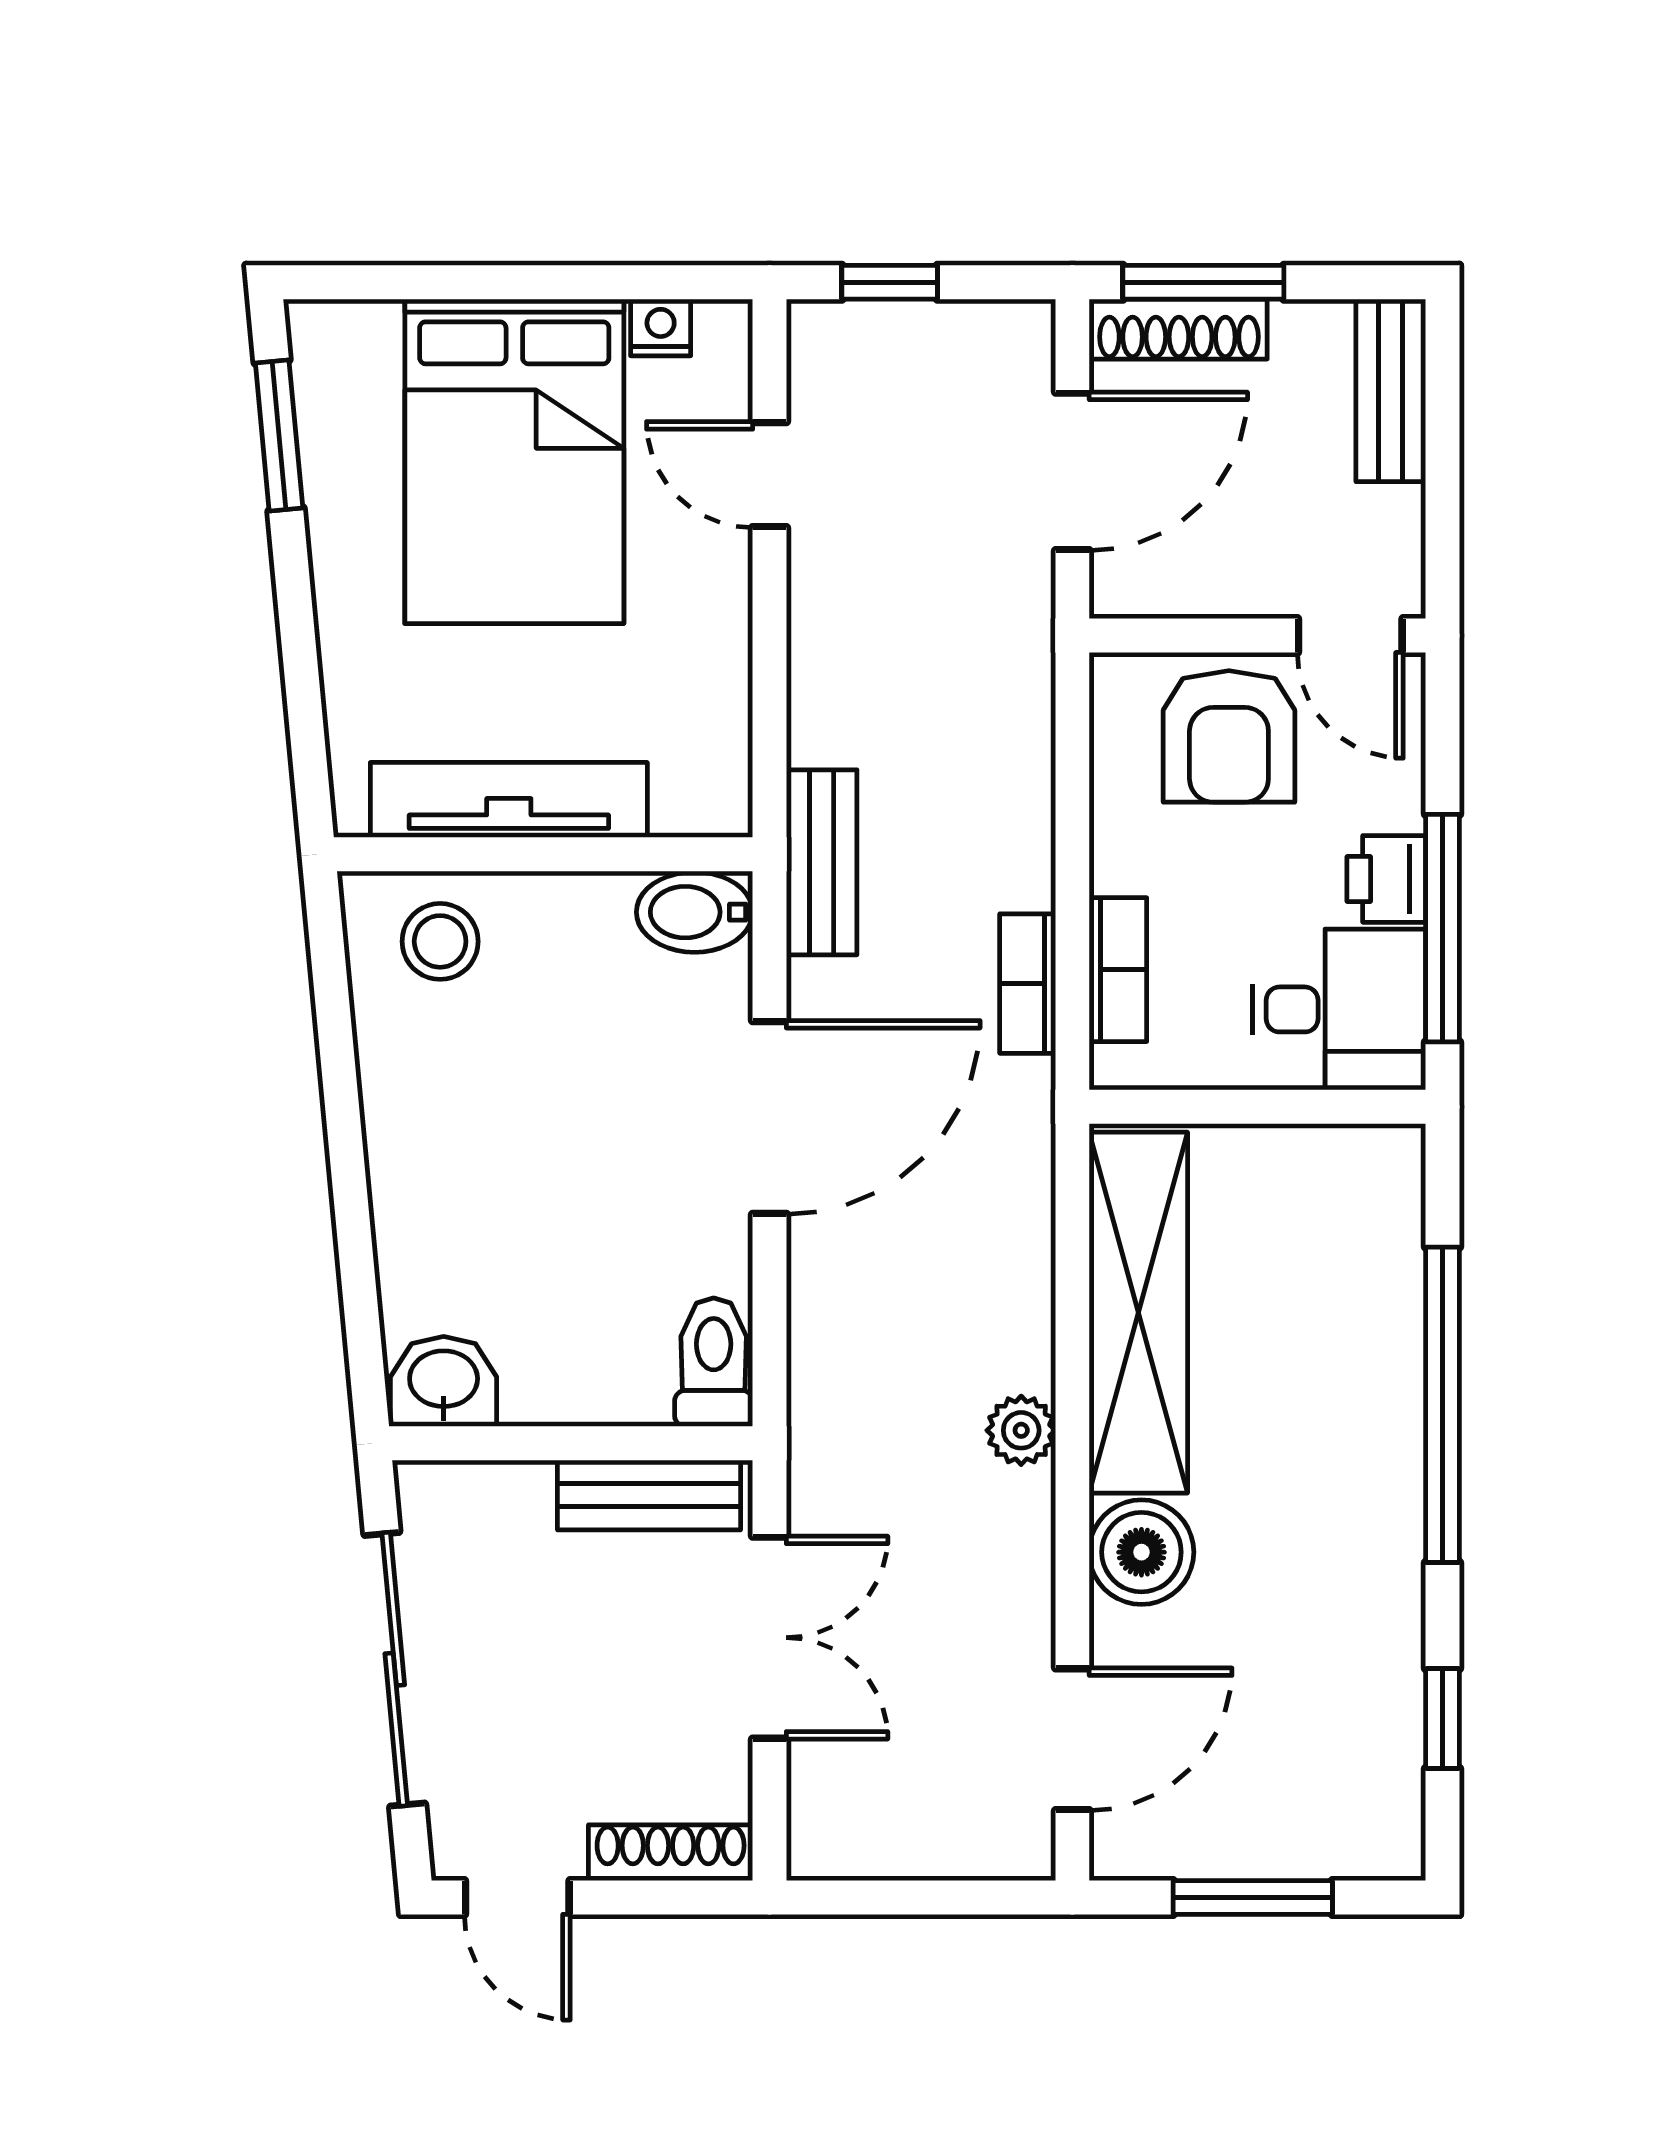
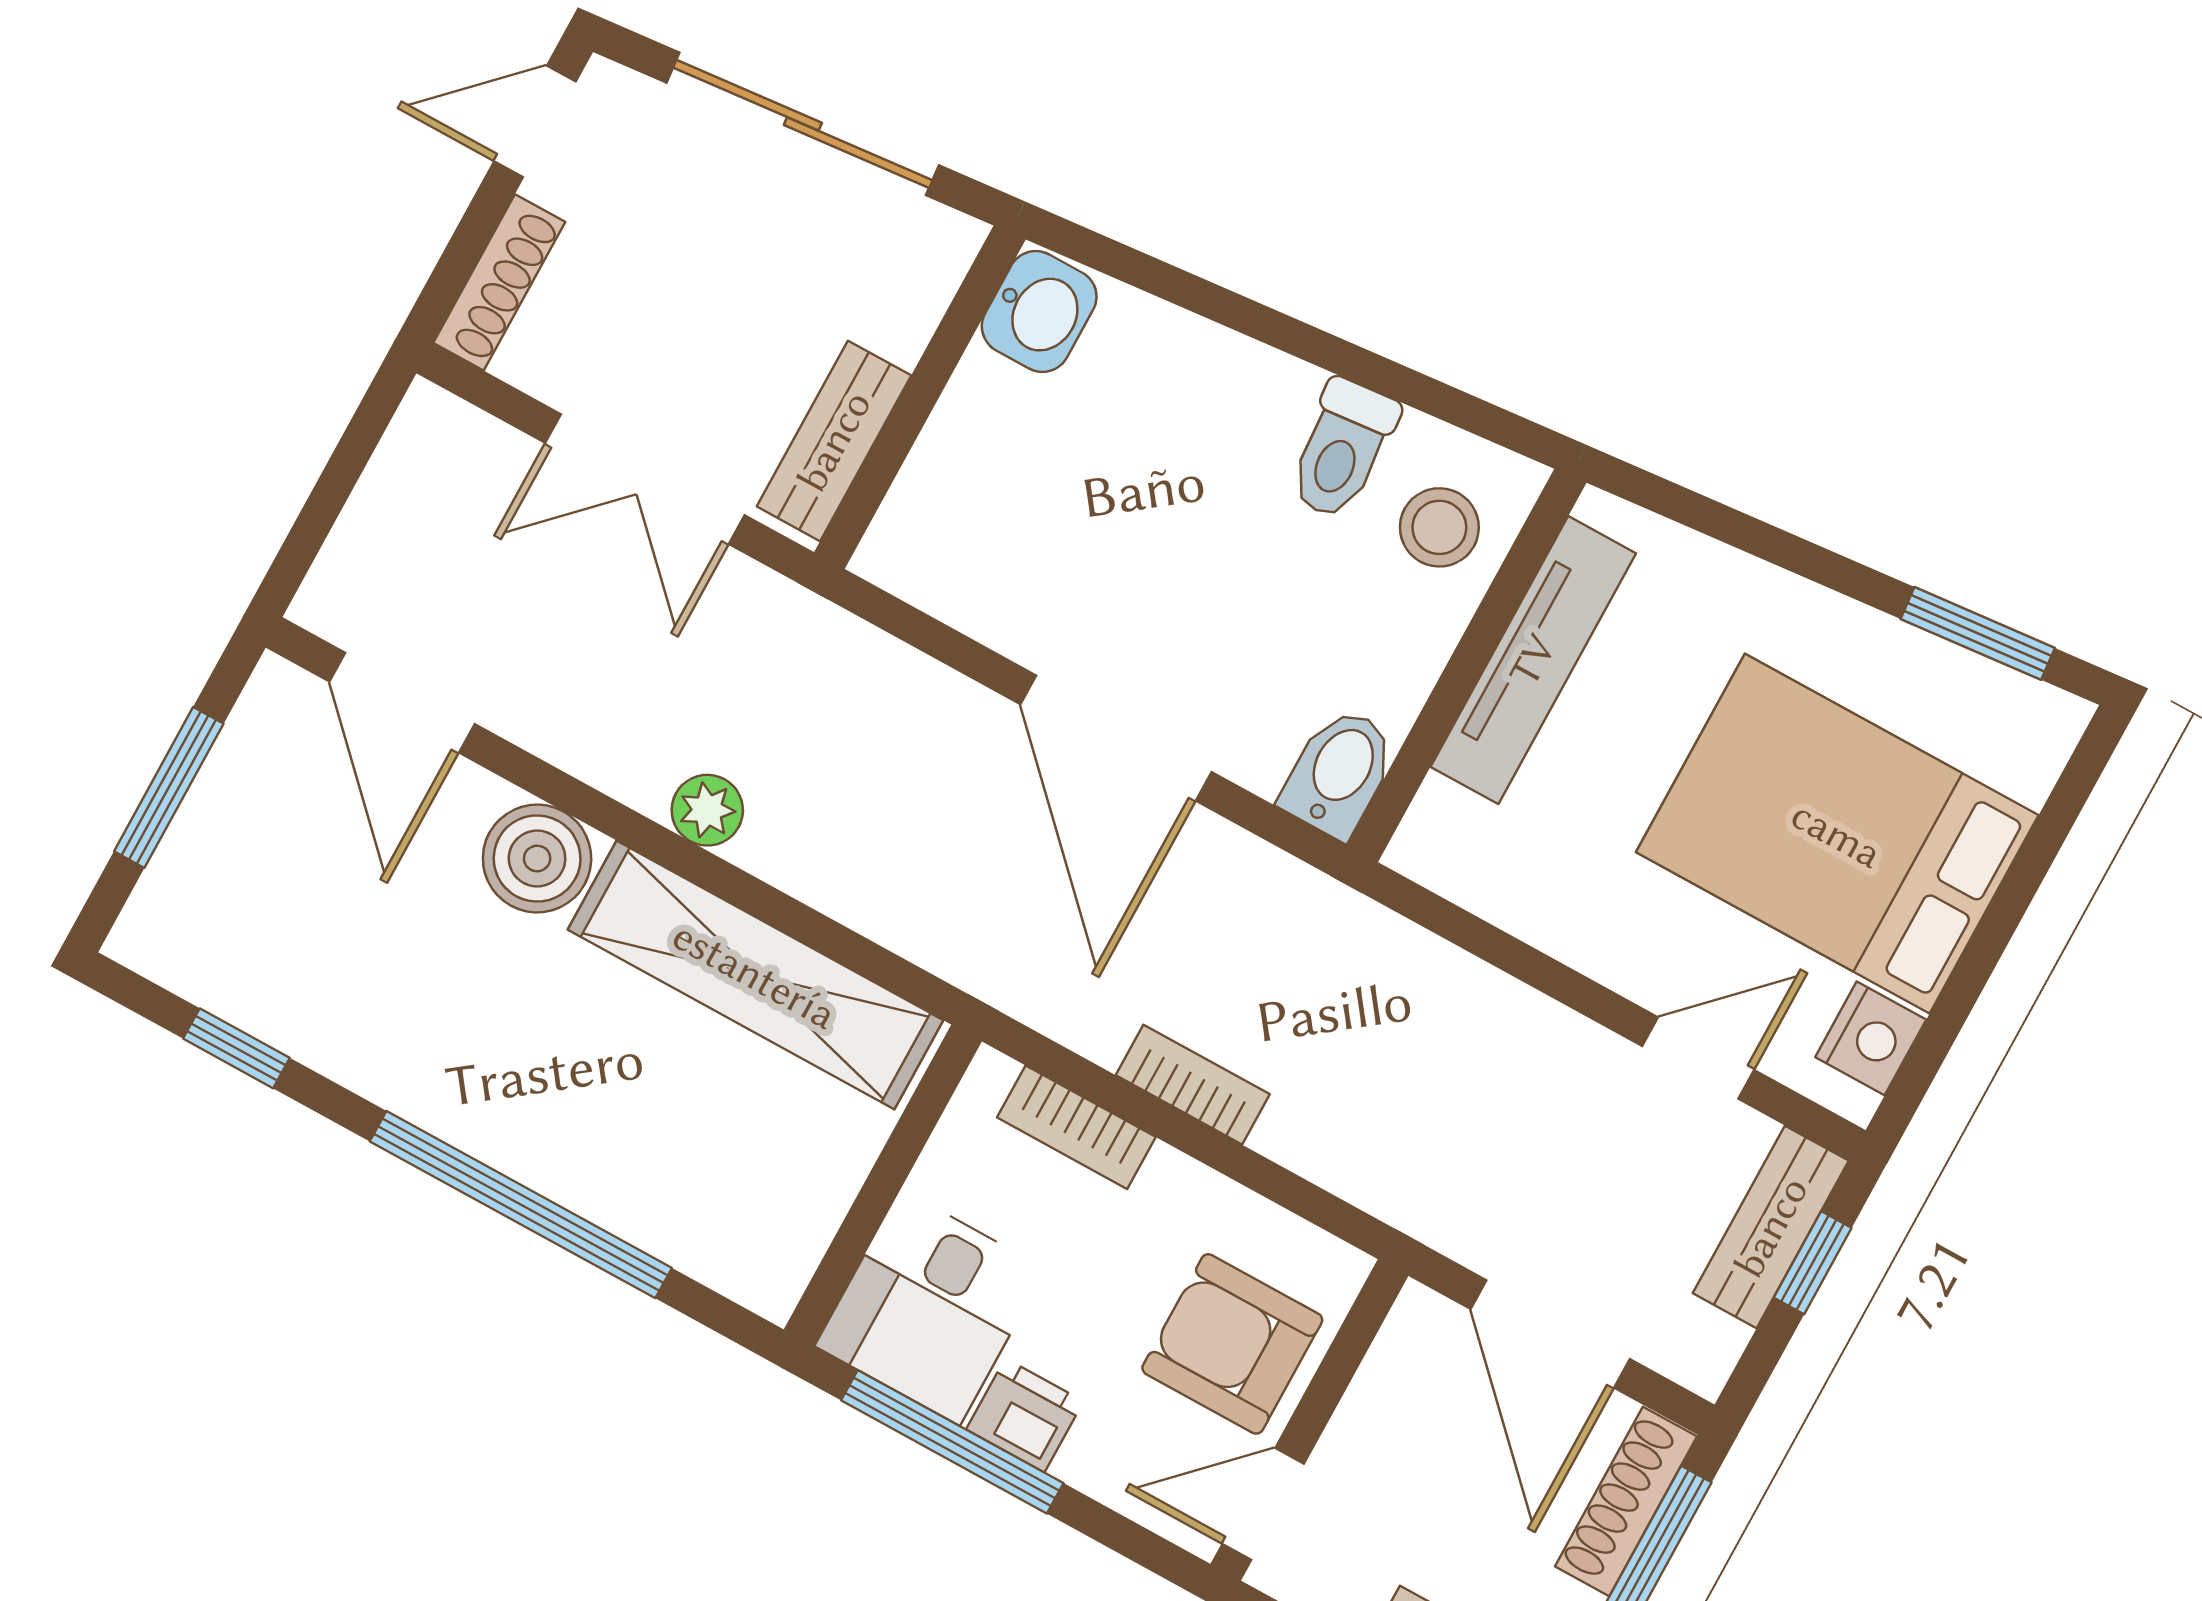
nightstand: (661, 327) -> (1871, 1038), width x1.39, depth x1.35
bench: (822, 862) -> (1771, 1227), moved, turned 90
bookcase: (1028, 984) -> (1193, 1085), moved
toilet: (714, 1362) -> (1342, 449), moved, turned 85

